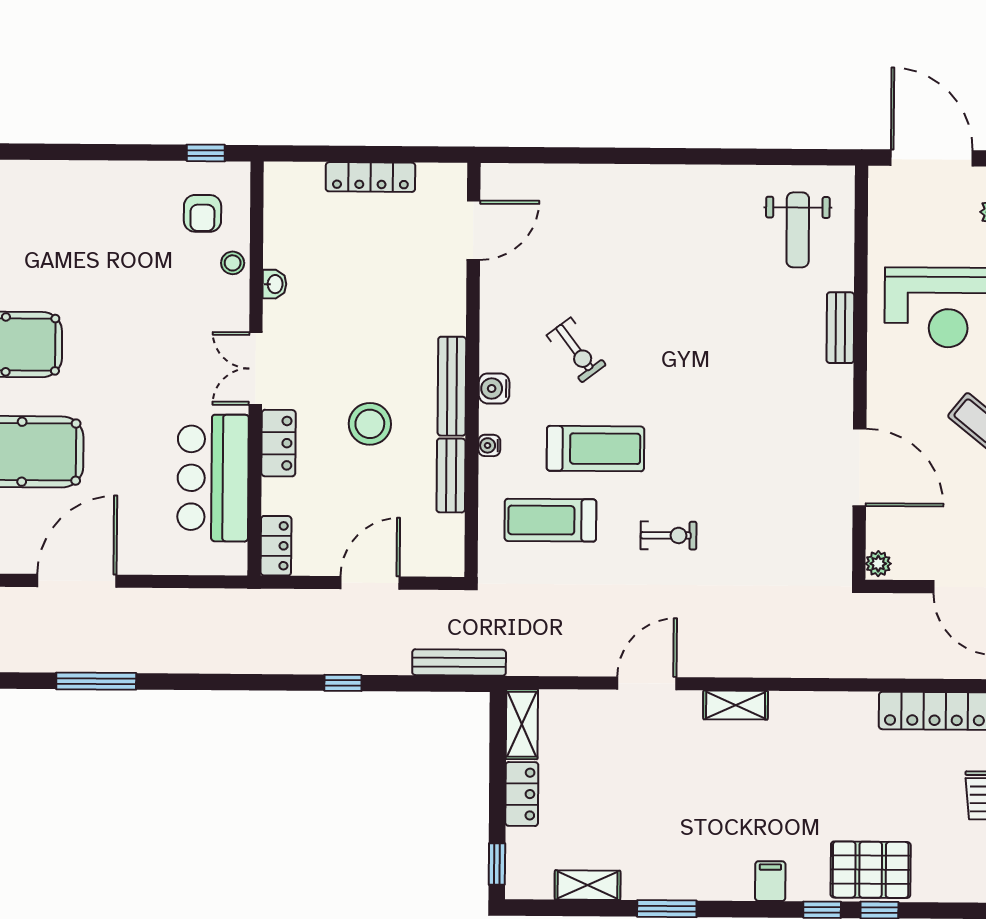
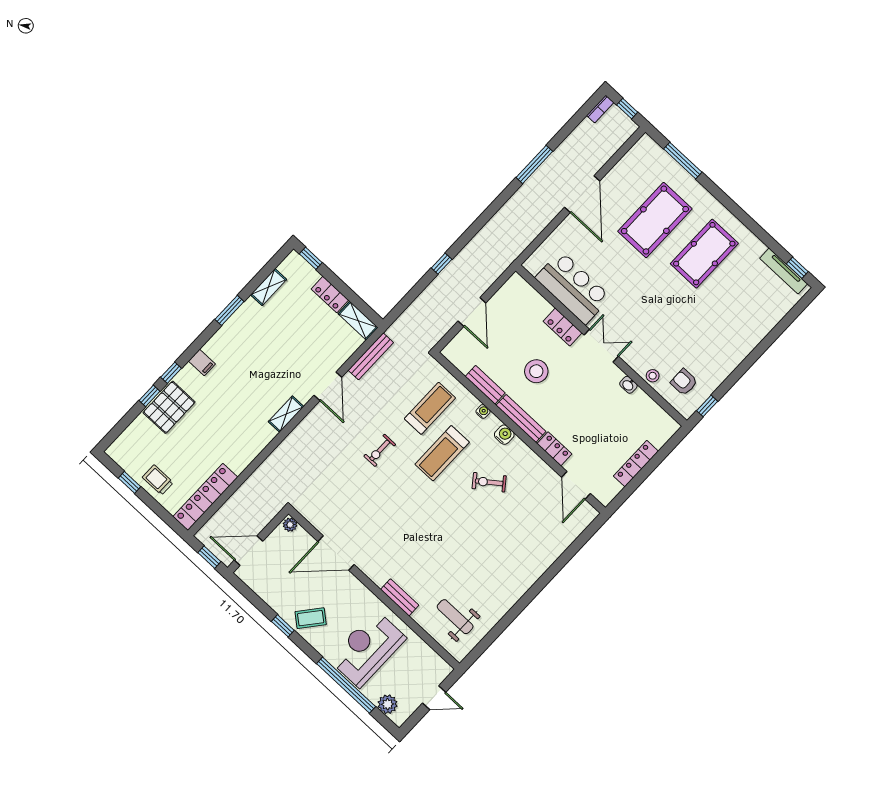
door: (932, 158) -> (434, 698), width x0.53
locker: (276, 546) -> (554, 449), moved, turned 180
bench: (459, 662) -> (371, 356), moved

